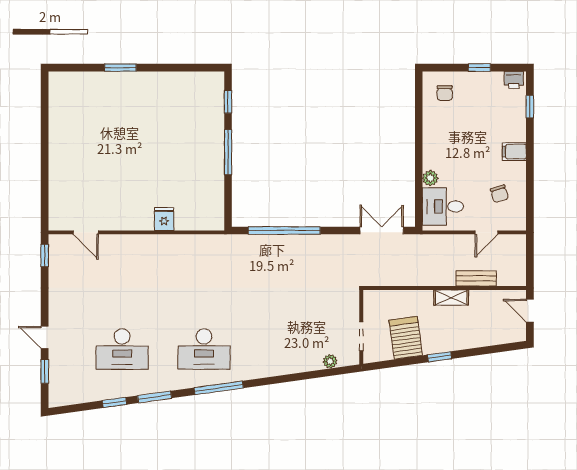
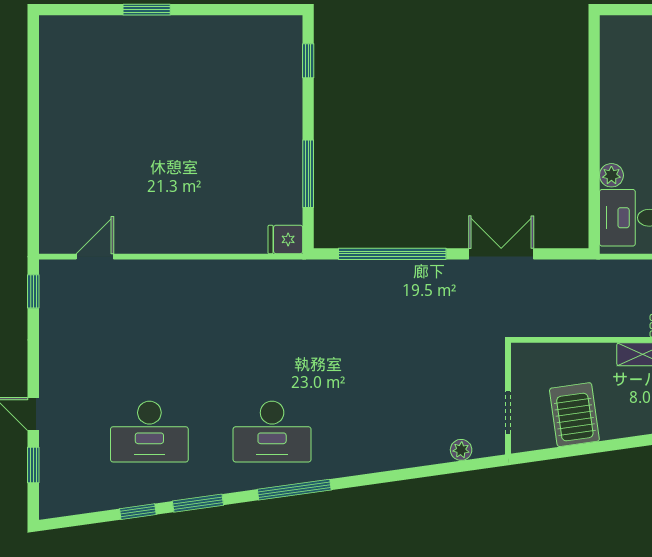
chair: (445, 93) -> (633, 48), removed
window: (228, 152) -> (308, 174), moved
fridge: (164, 219) -> (285, 239), moved, turned -90
double door: (382, 231) -> (501, 254), moved
door: (86, 232) -> (95, 257), swing flipped
window: (440, 357) -> (625, 443), removed

